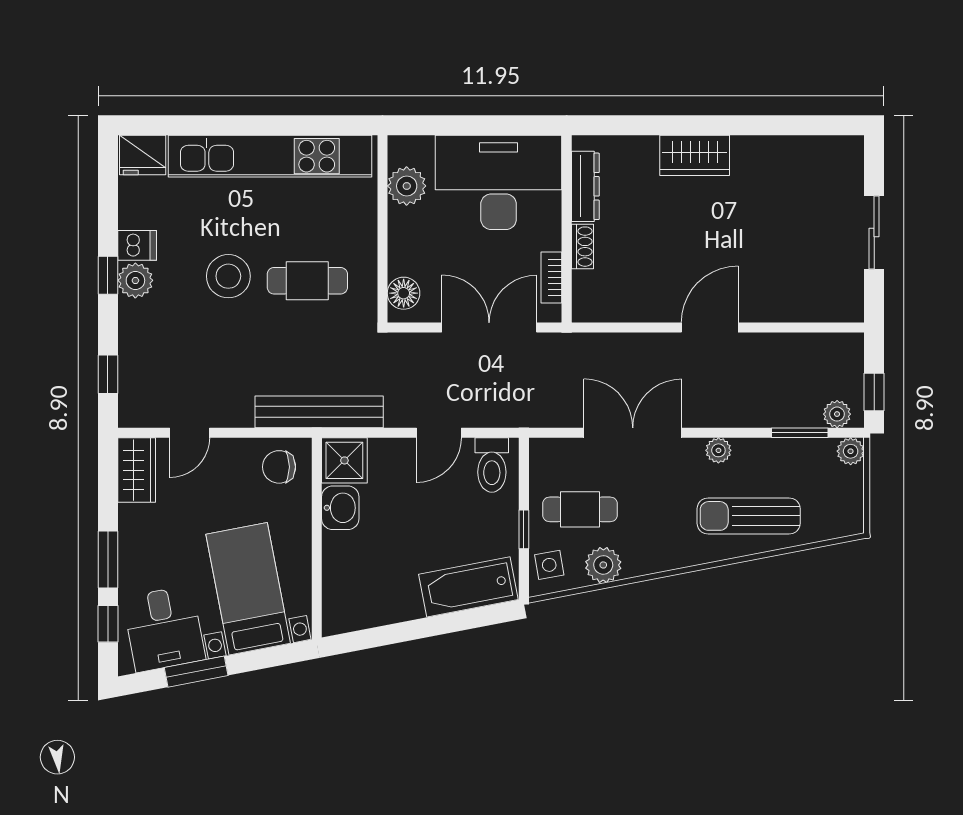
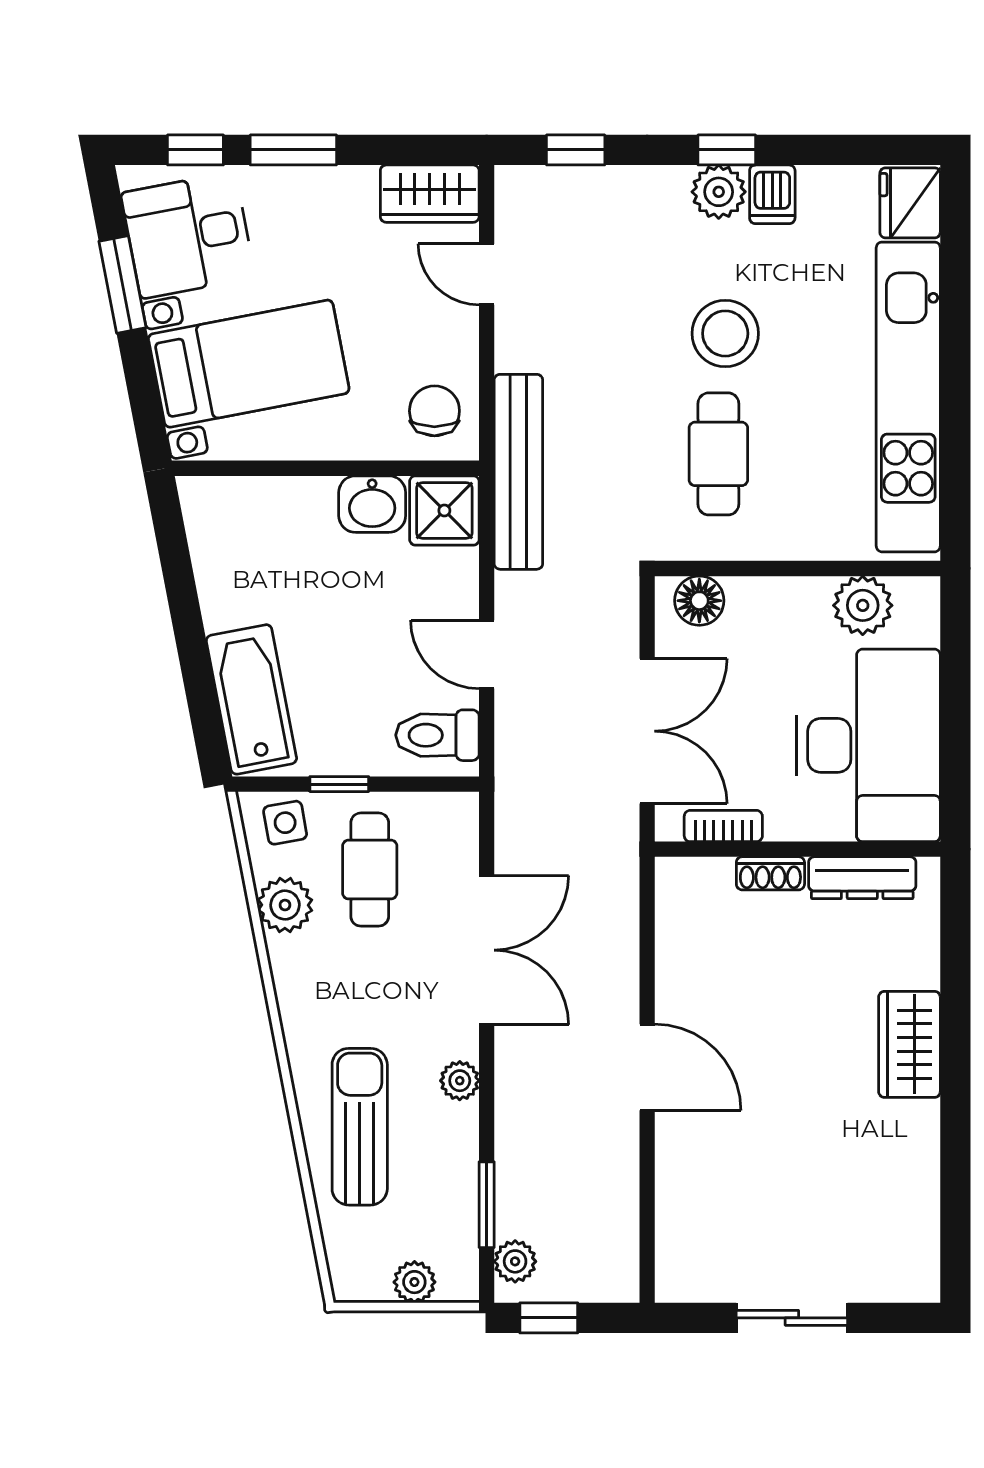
plant: (851, 451) -> (414, 1282), moved

